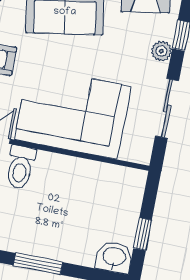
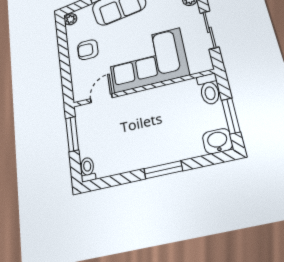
toilet: (20, 167) -> (209, 89), moved
window: (143, 234) -> (231, 116), width x1.50

